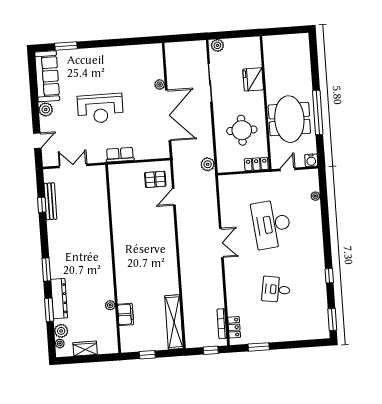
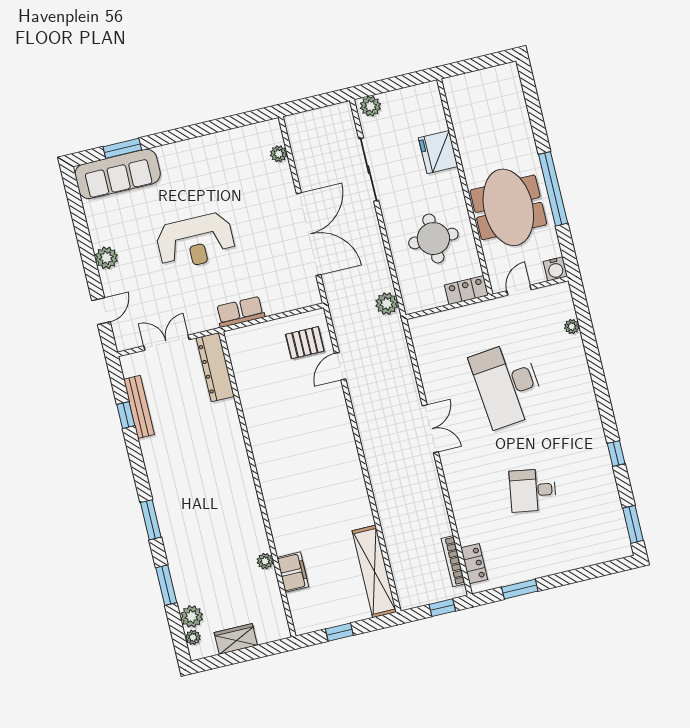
sofa: (47, 76) -> (118, 174), moved, turned 90
plant: (160, 85) -> (279, 154), moved
dresser: (59, 299) -> (215, 367), moved, turned 180

